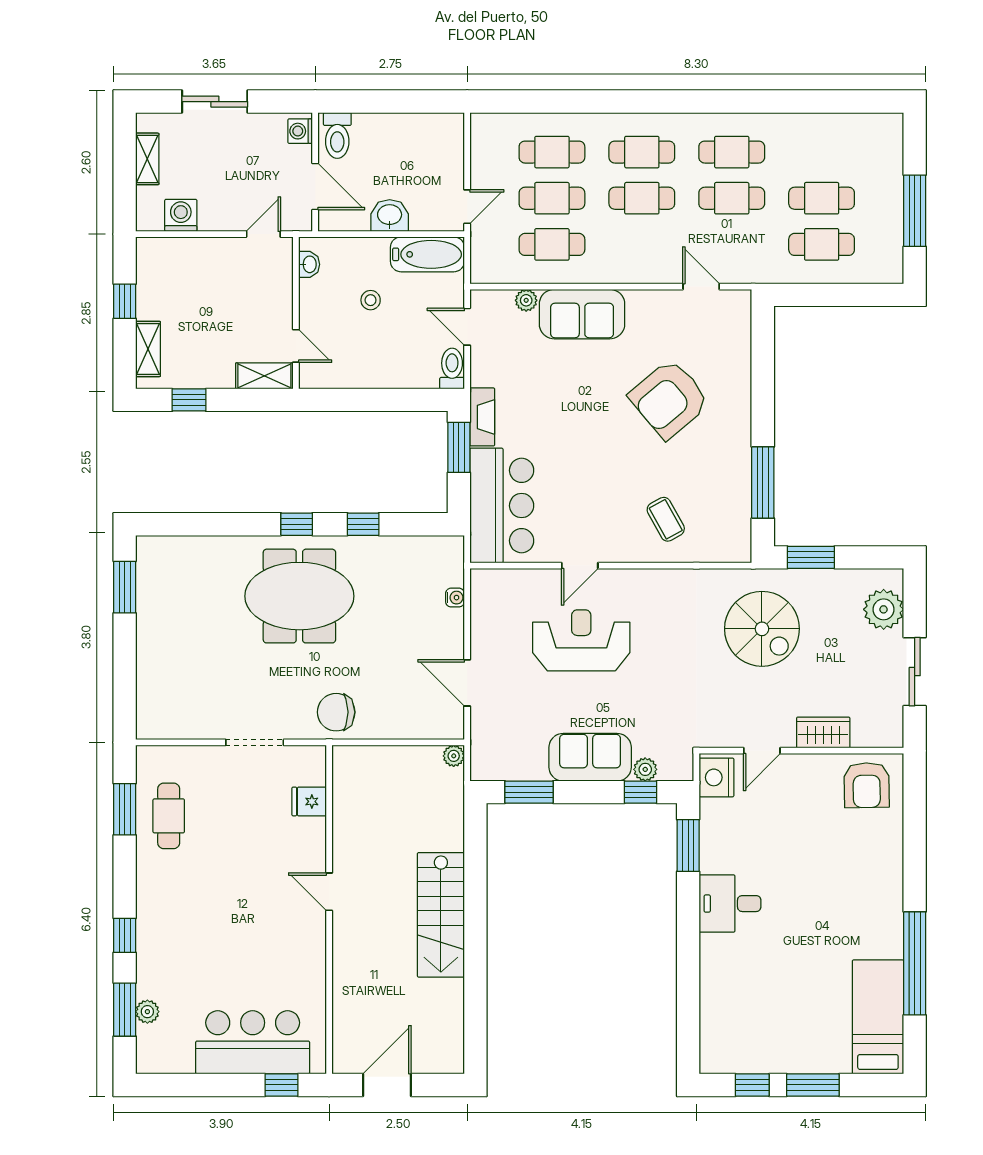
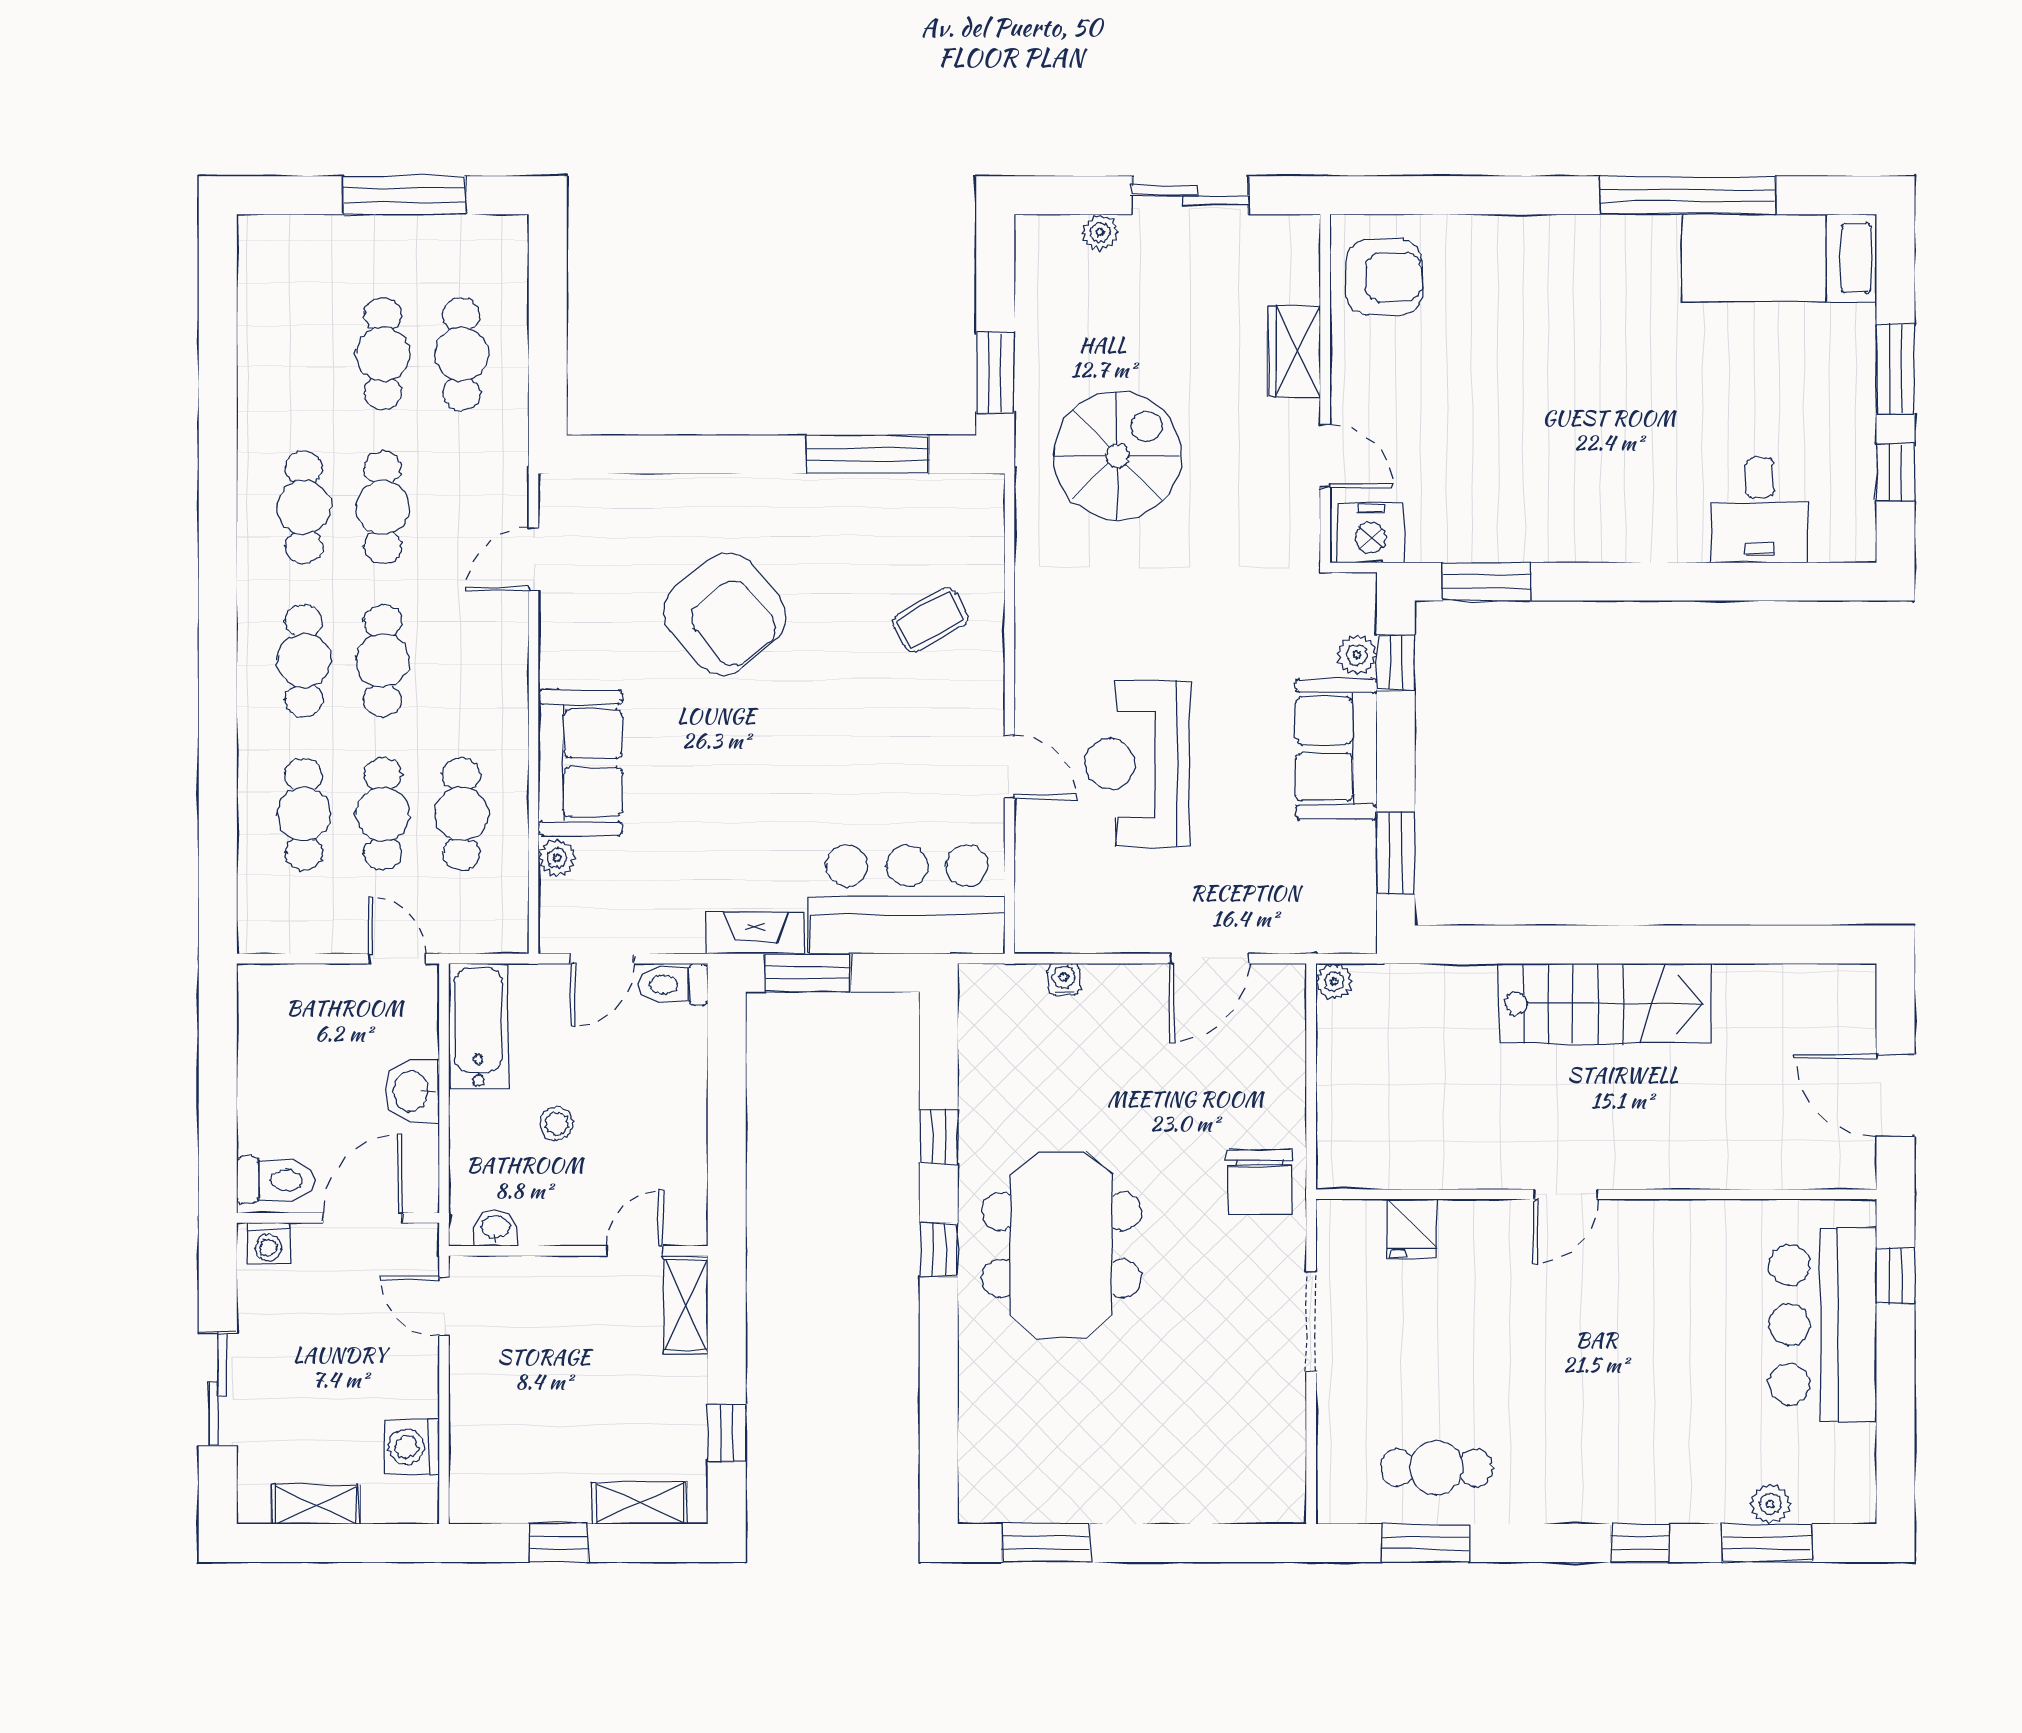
plant: (884, 609) -> (1100, 232), width x0.53, depth x0.53
desk: (730, 904) -> (1759, 510), moved

